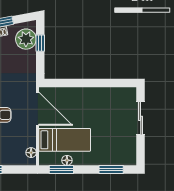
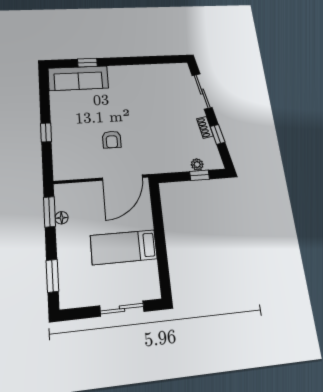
plant: (26, 39) -> (197, 165), width x0.53, depth x0.53
bed: (65, 140) -> (124, 247), moved, turned 90
floor lamp: (31, 153) -> (69, 174), removed

